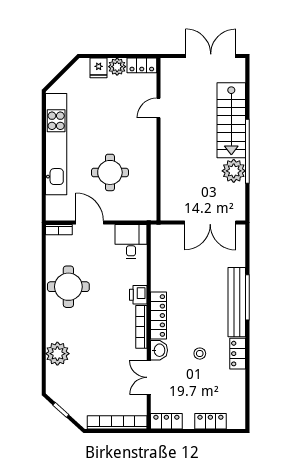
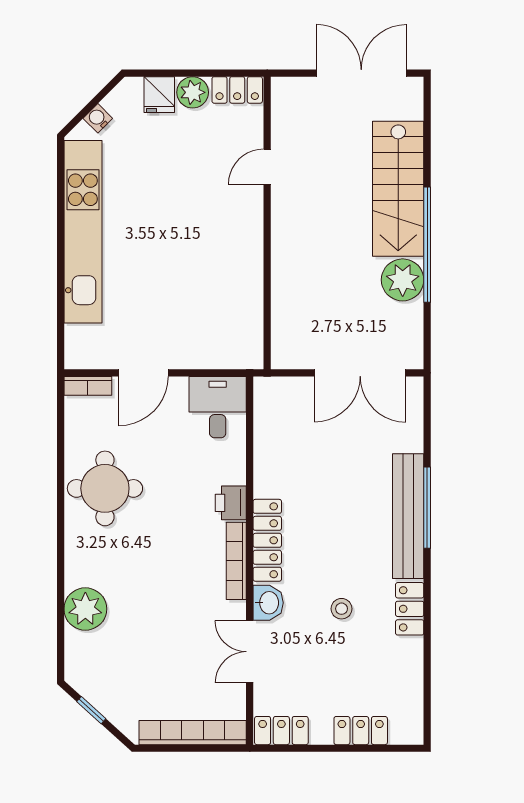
water cooler: (64, 81) -> (98, 118), added
round table: (110, 172) -> (180, 283), removed
door: (90, 222) -> (143, 373), swing flipped

